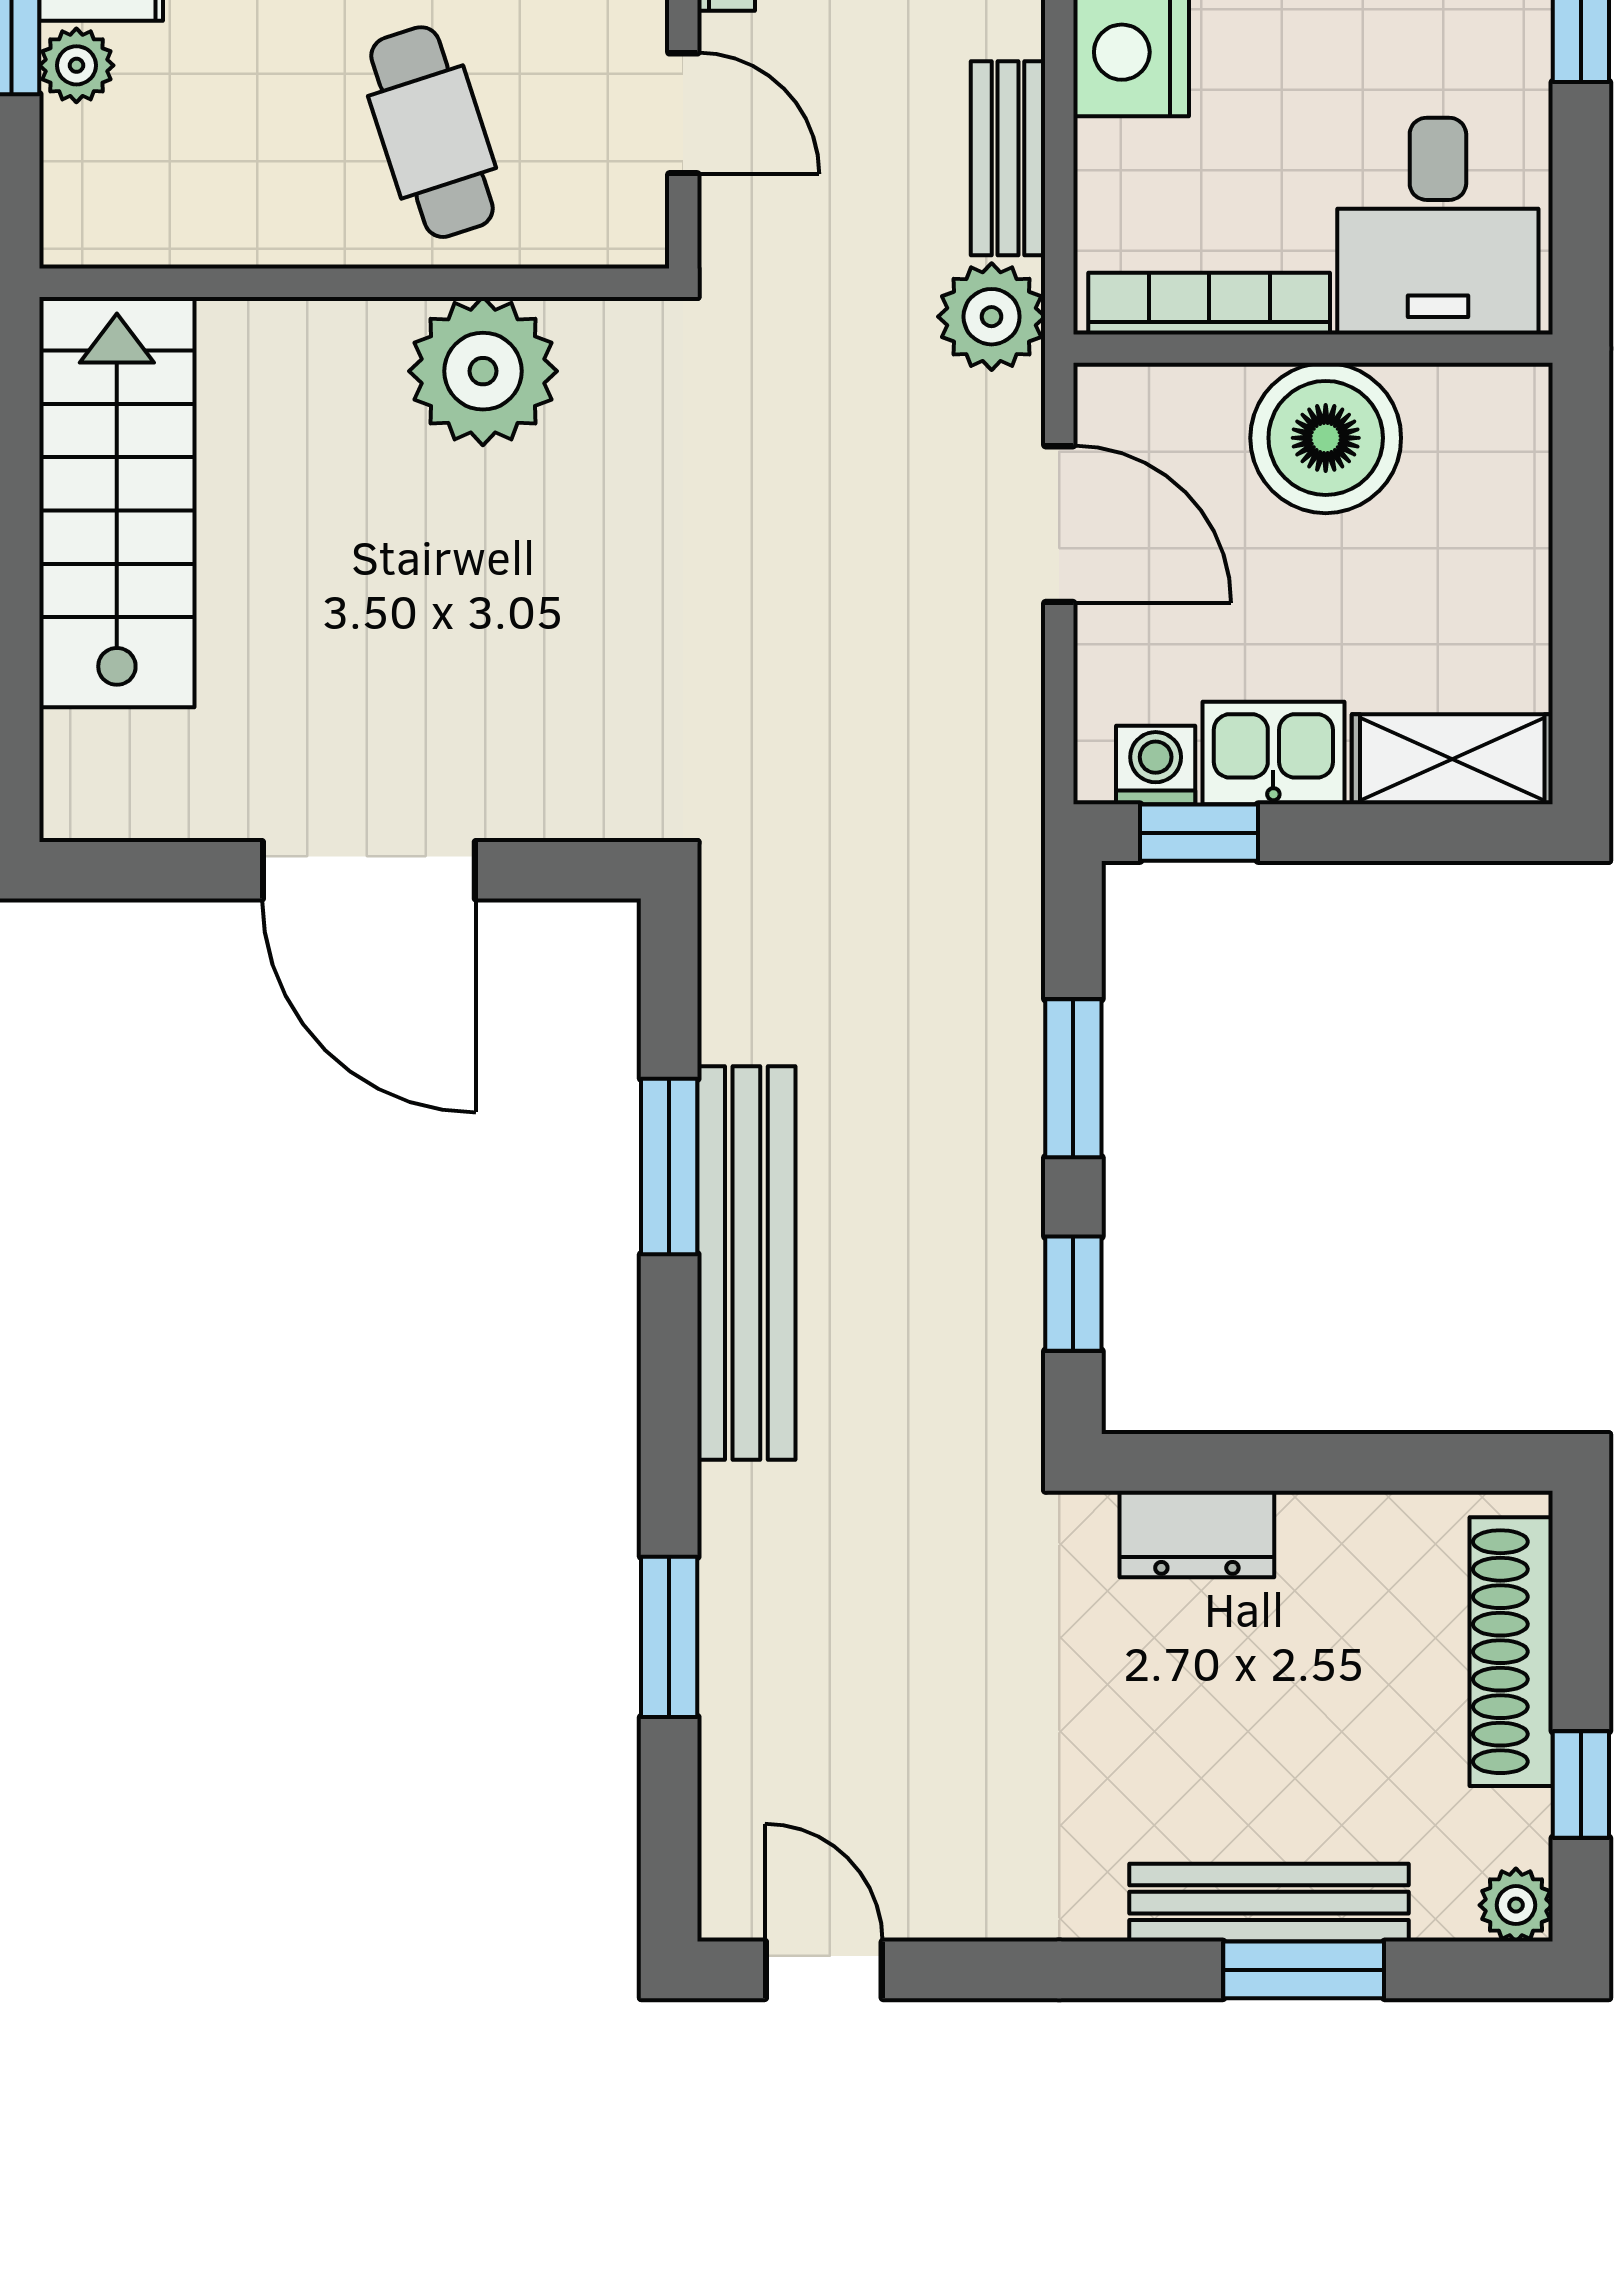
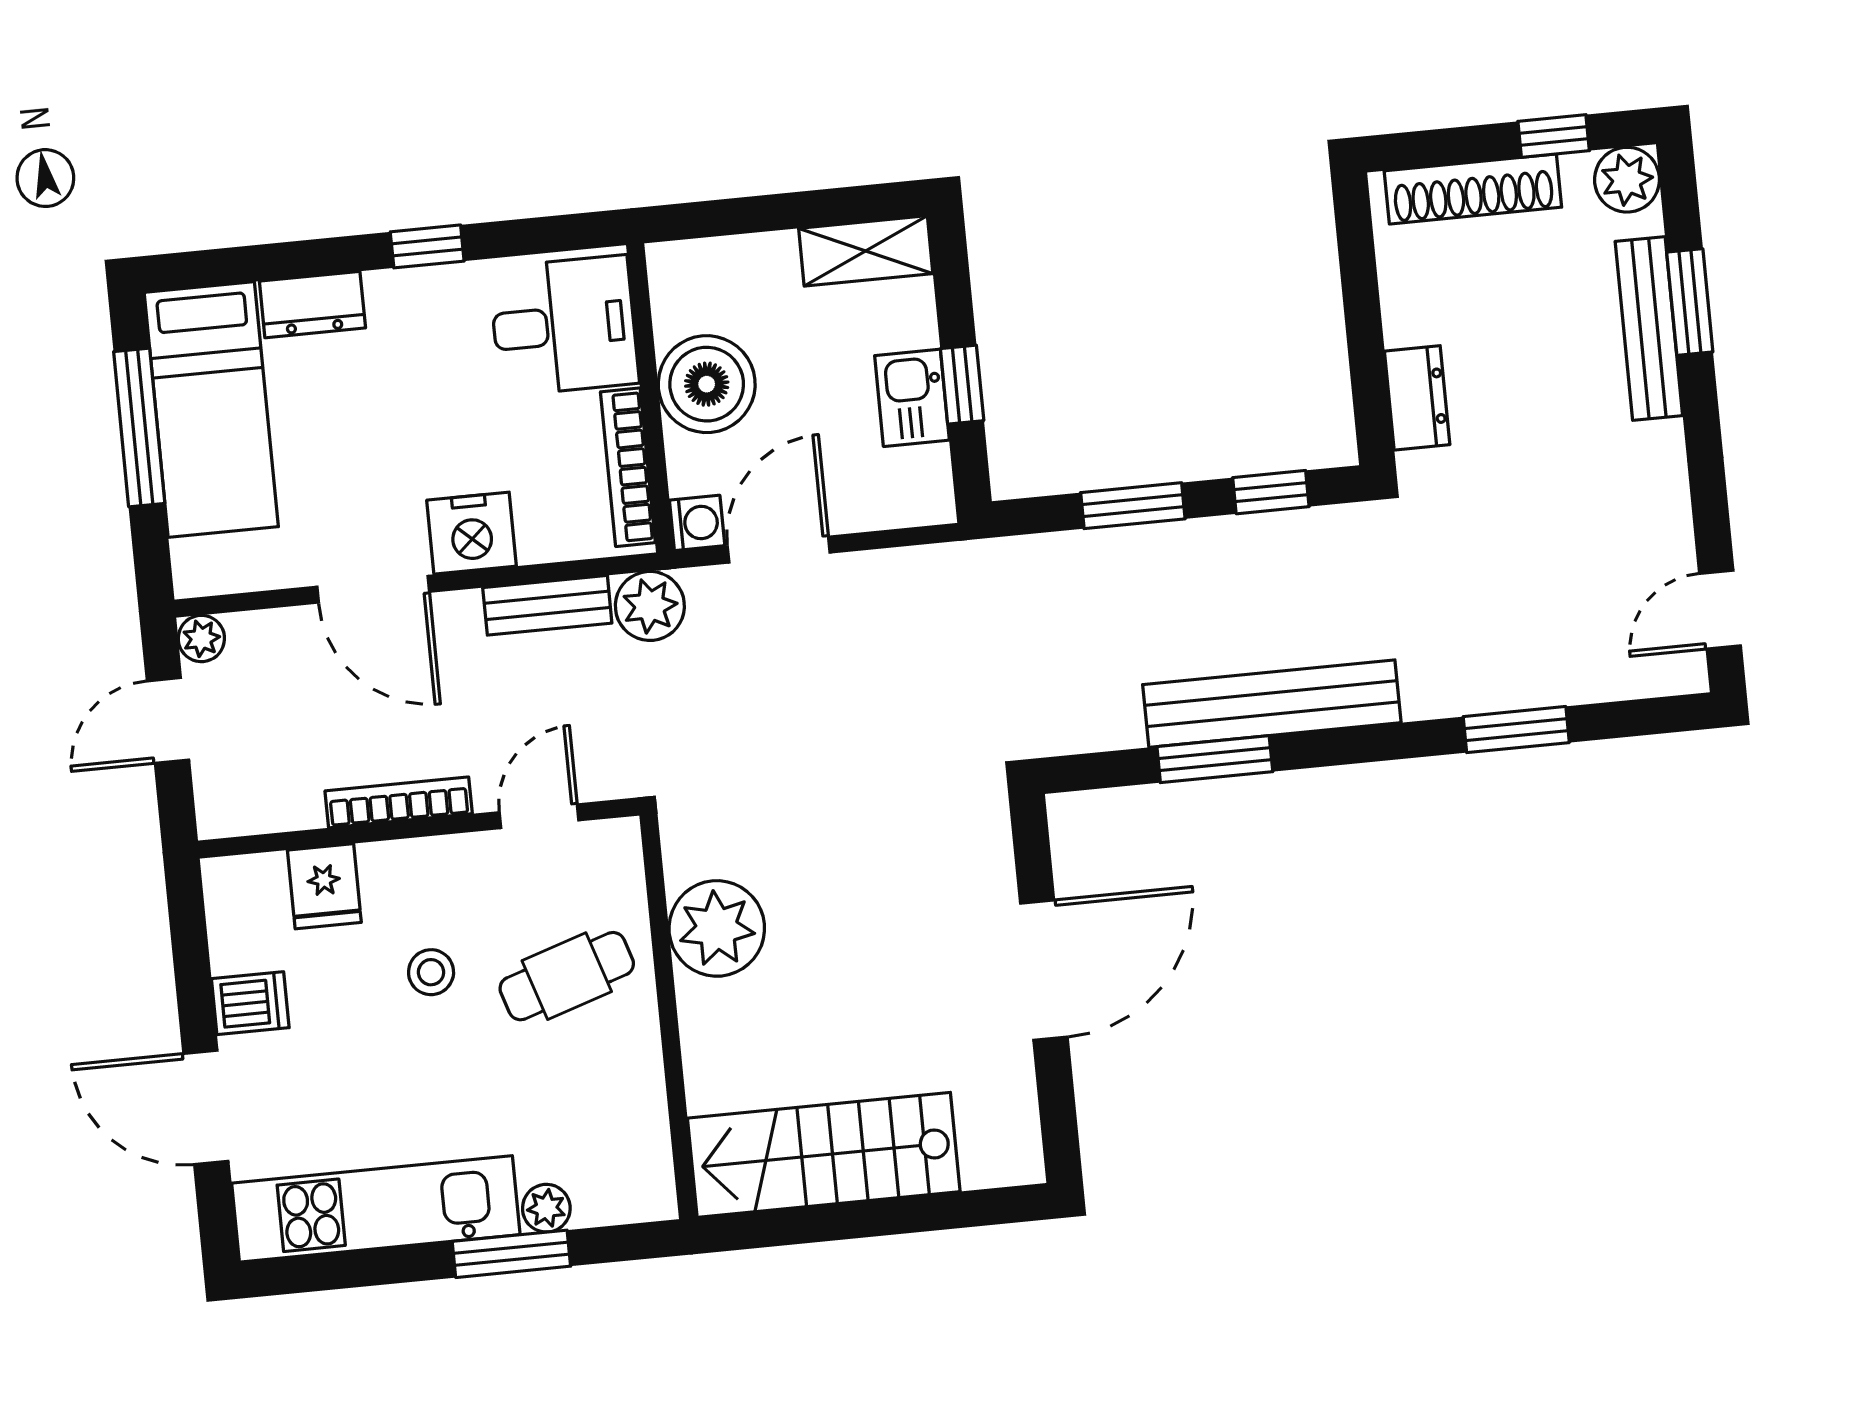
shelving: (1452, 759) -> (866, 251), moved, turned 90
washing machine: (1156, 765) -> (697, 523), moved, turned 180
window: (1199, 833) -> (962, 385), moved
plant: (1516, 1905) -> (1627, 180), width x1.38, depth x1.38

